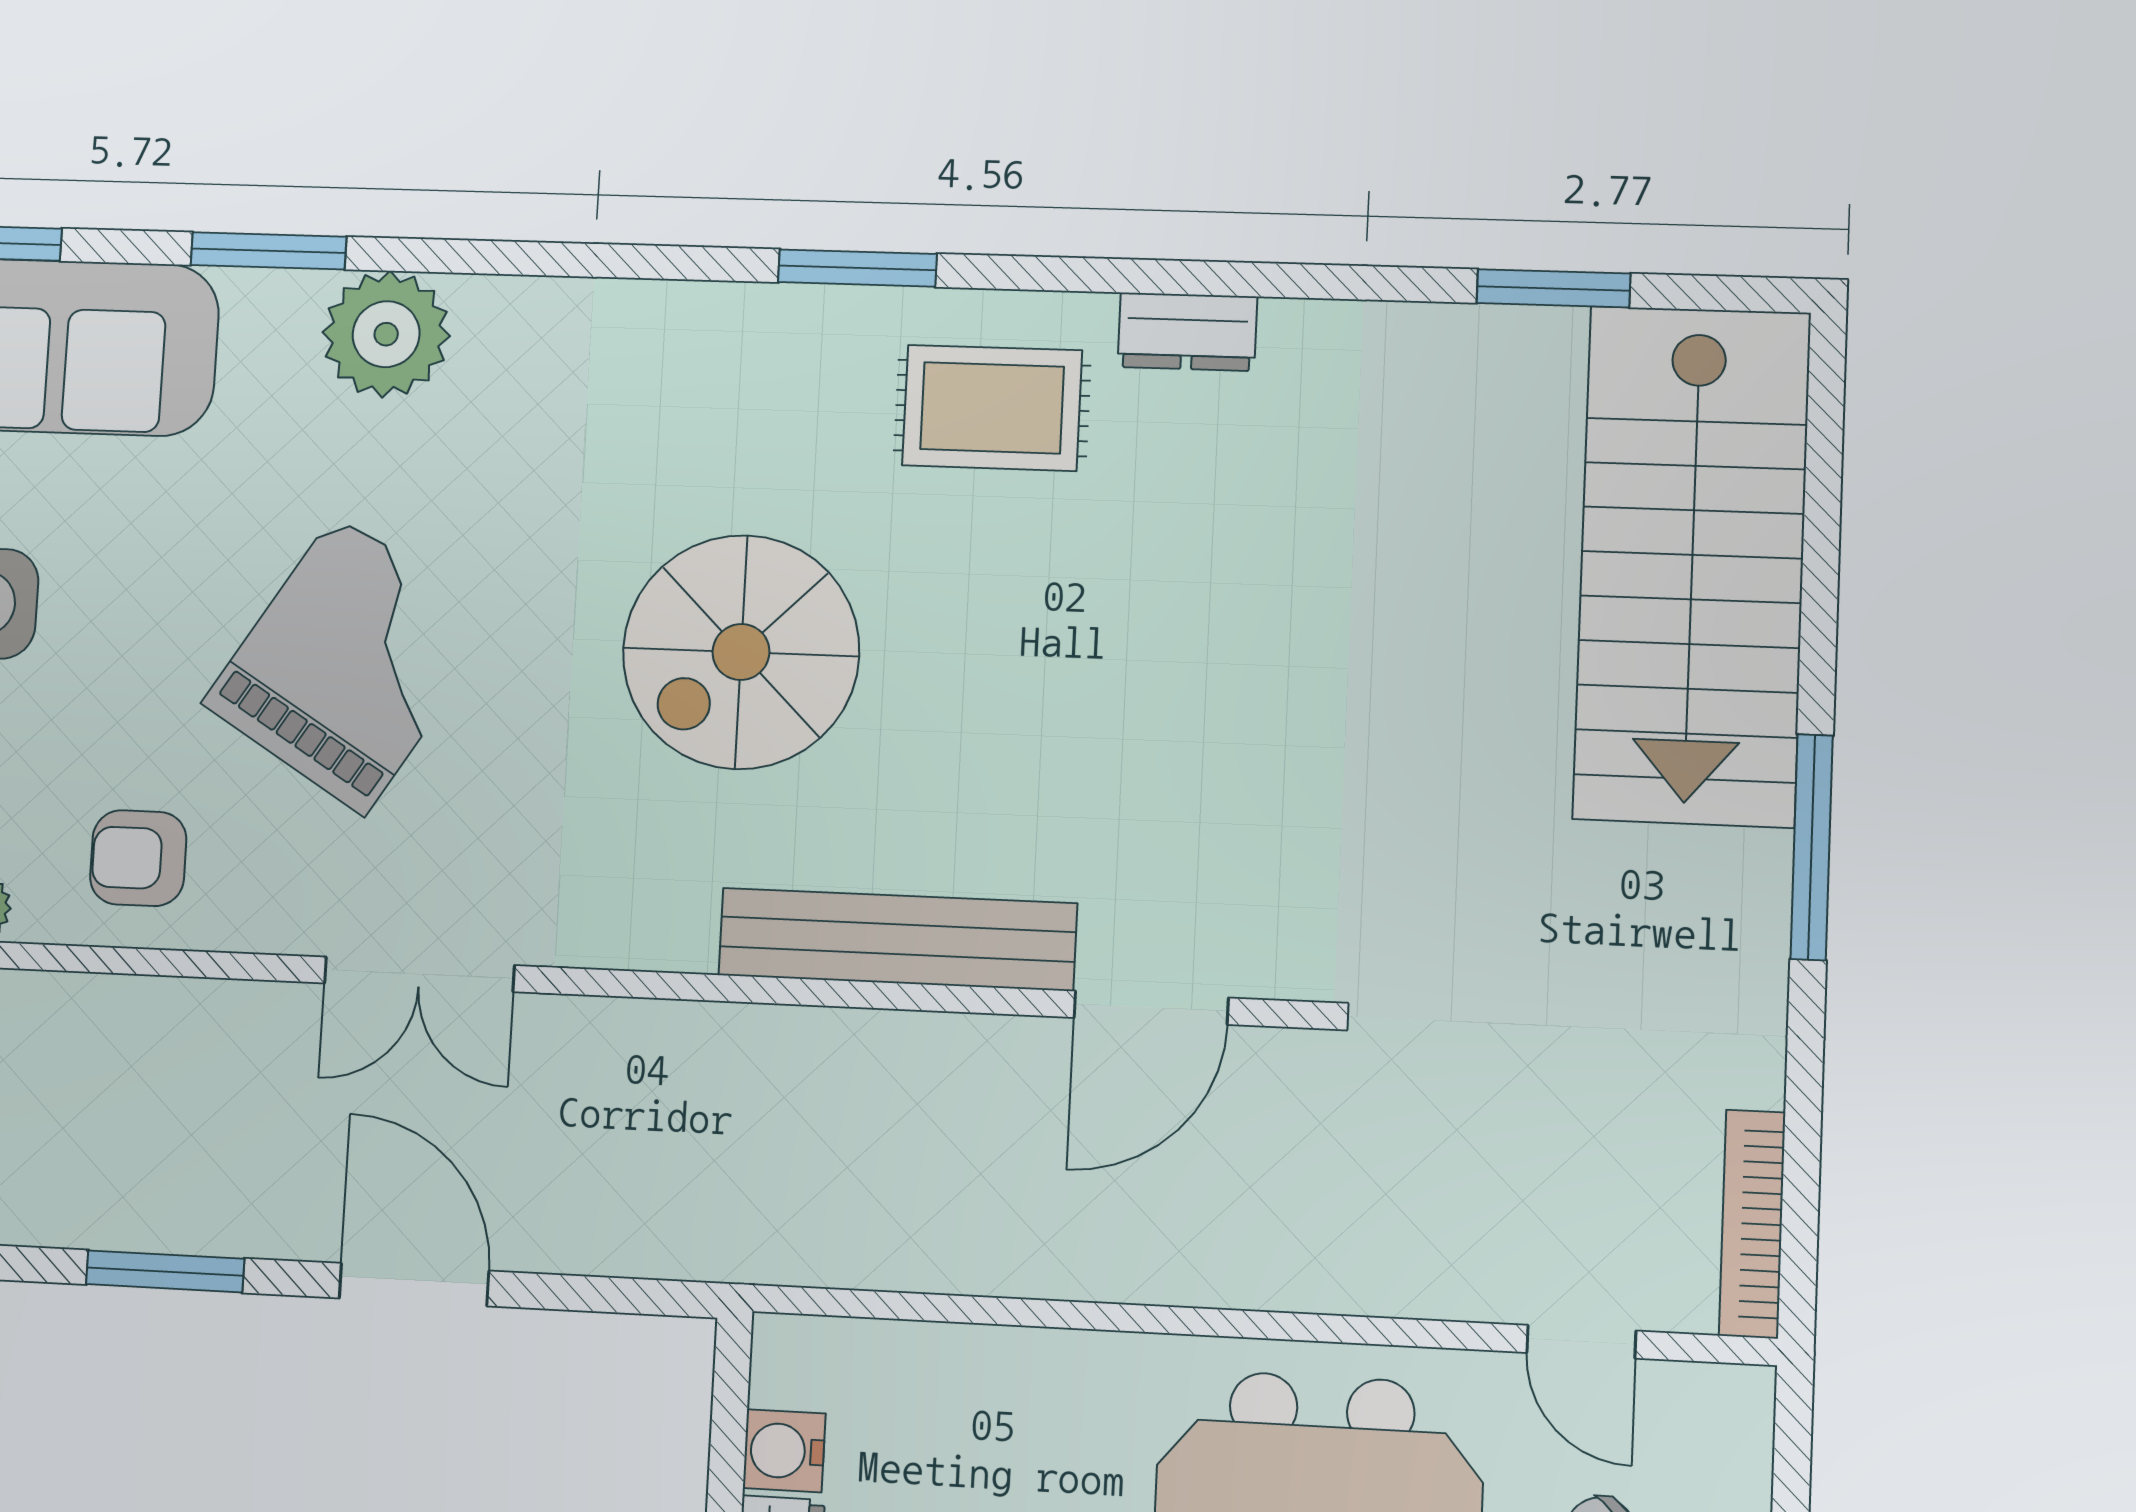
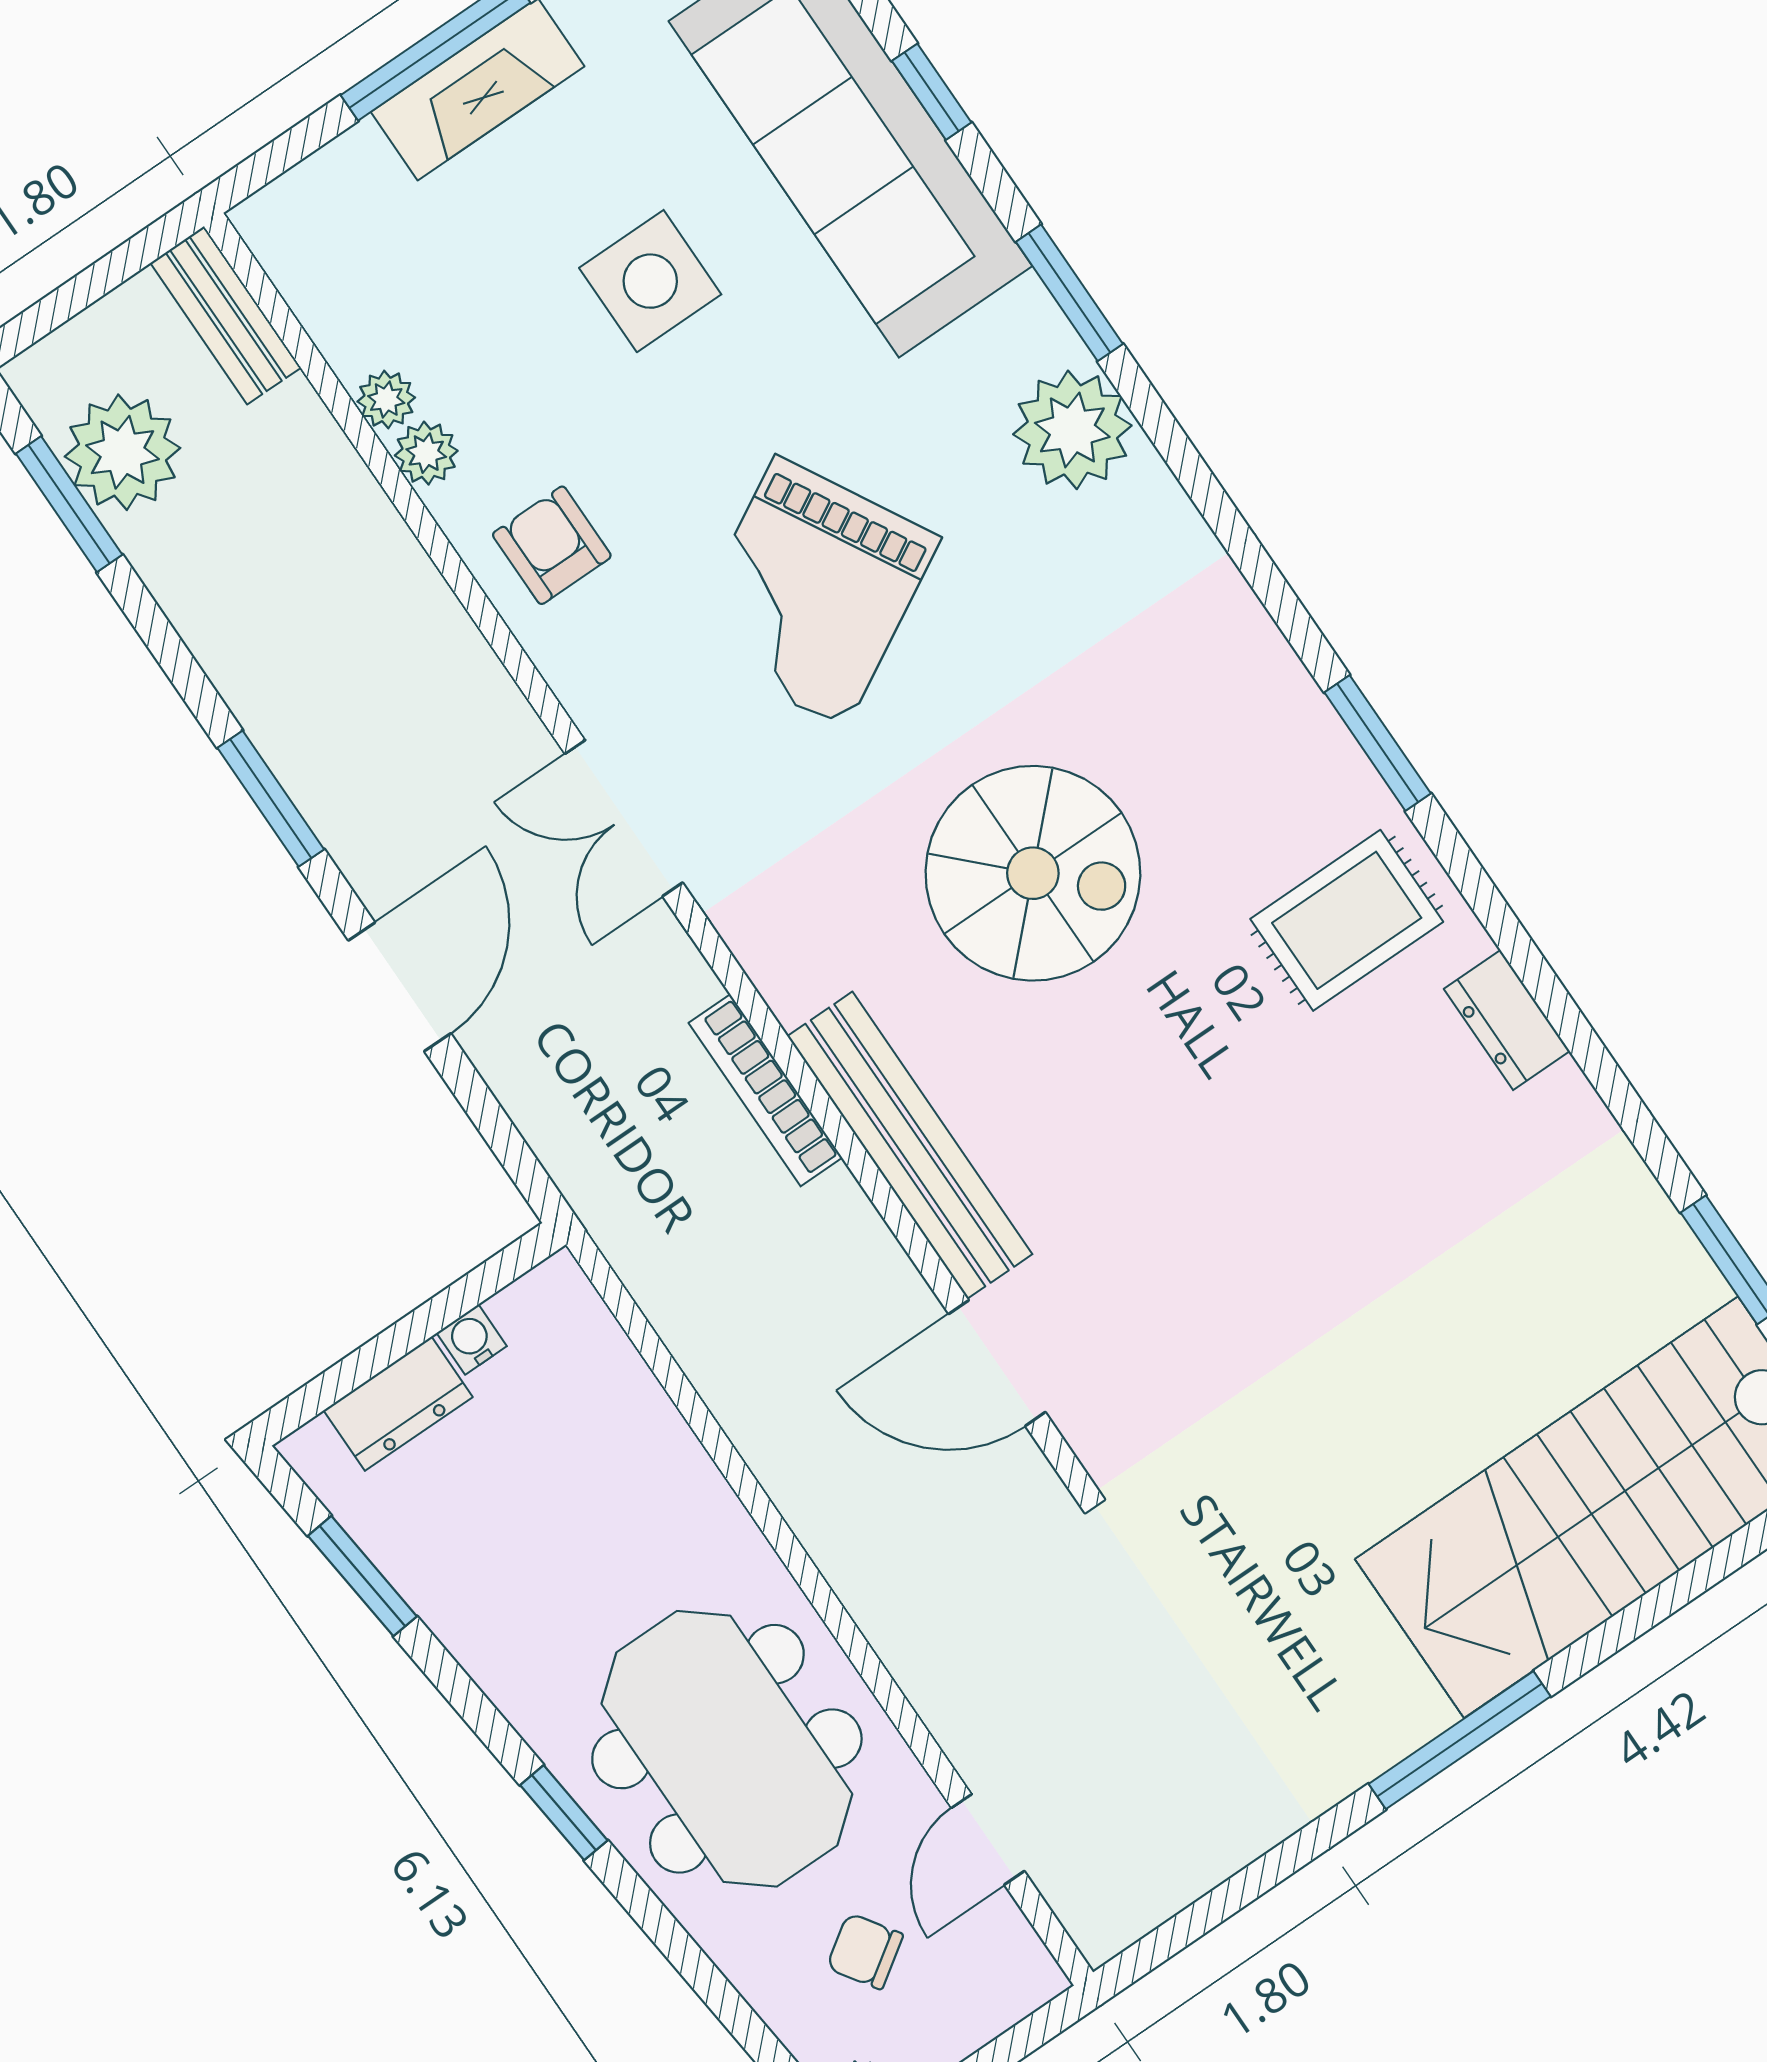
rug: (992, 408) -> (1347, 920), turned 90
spiral stairs: (741, 652) -> (1033, 873), turned 180
grand piano: (350, 664) -> (810, 592), turned 119
bookcase: (1752, 1224) -> (765, 1090), moved, turned -90
water cooler: (784, 1451) -> (472, 1340), width x0.72, depth x0.72

